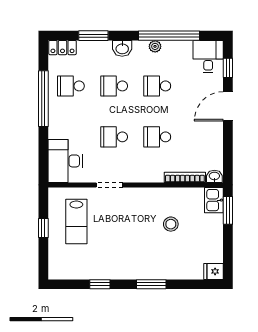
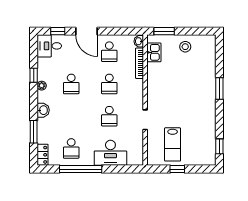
window: (169, 36) -> (34, 75), width x0.32
school desk: (114, 86) -> (109, 52), moved
desk: (65, 161) -> (110, 153), moved
kitchen sink: (214, 200) -> (154, 52), moved, turned -90
lab bench: (76, 222) -> (173, 144), turned 90
stool: (171, 224) -> (185, 47), moved
fridge: (214, 271) -> (210, 42), removed
window: (100, 284) -> (219, 146), moved

